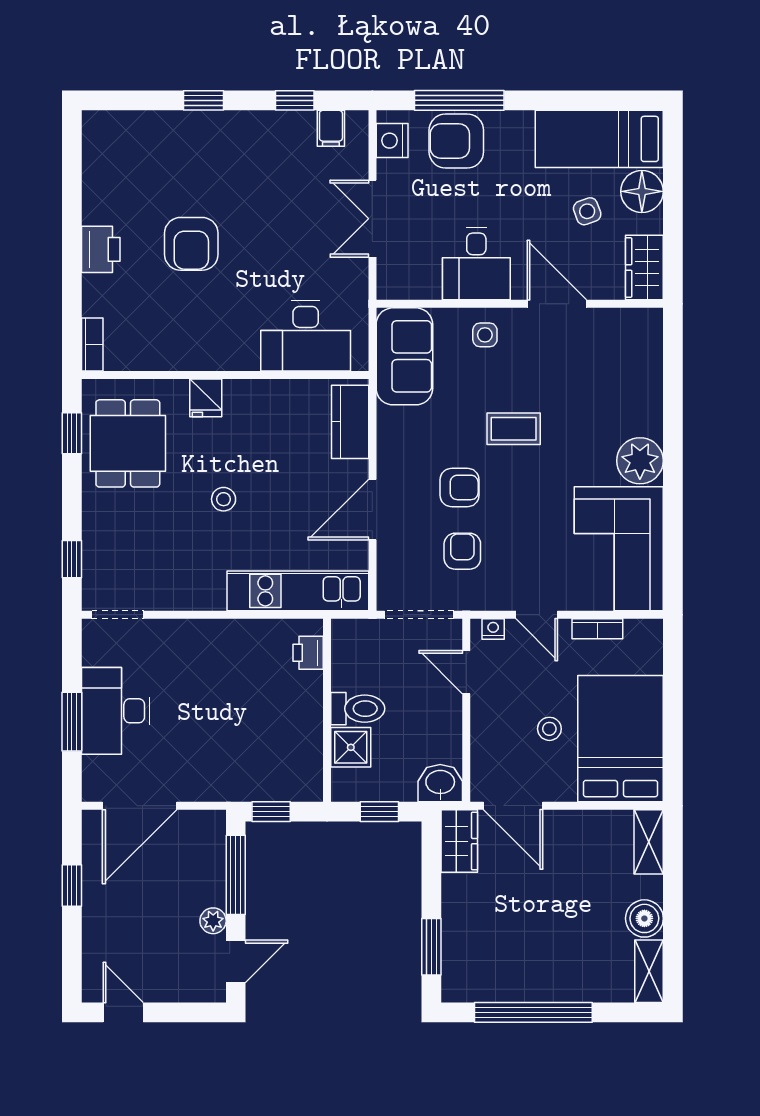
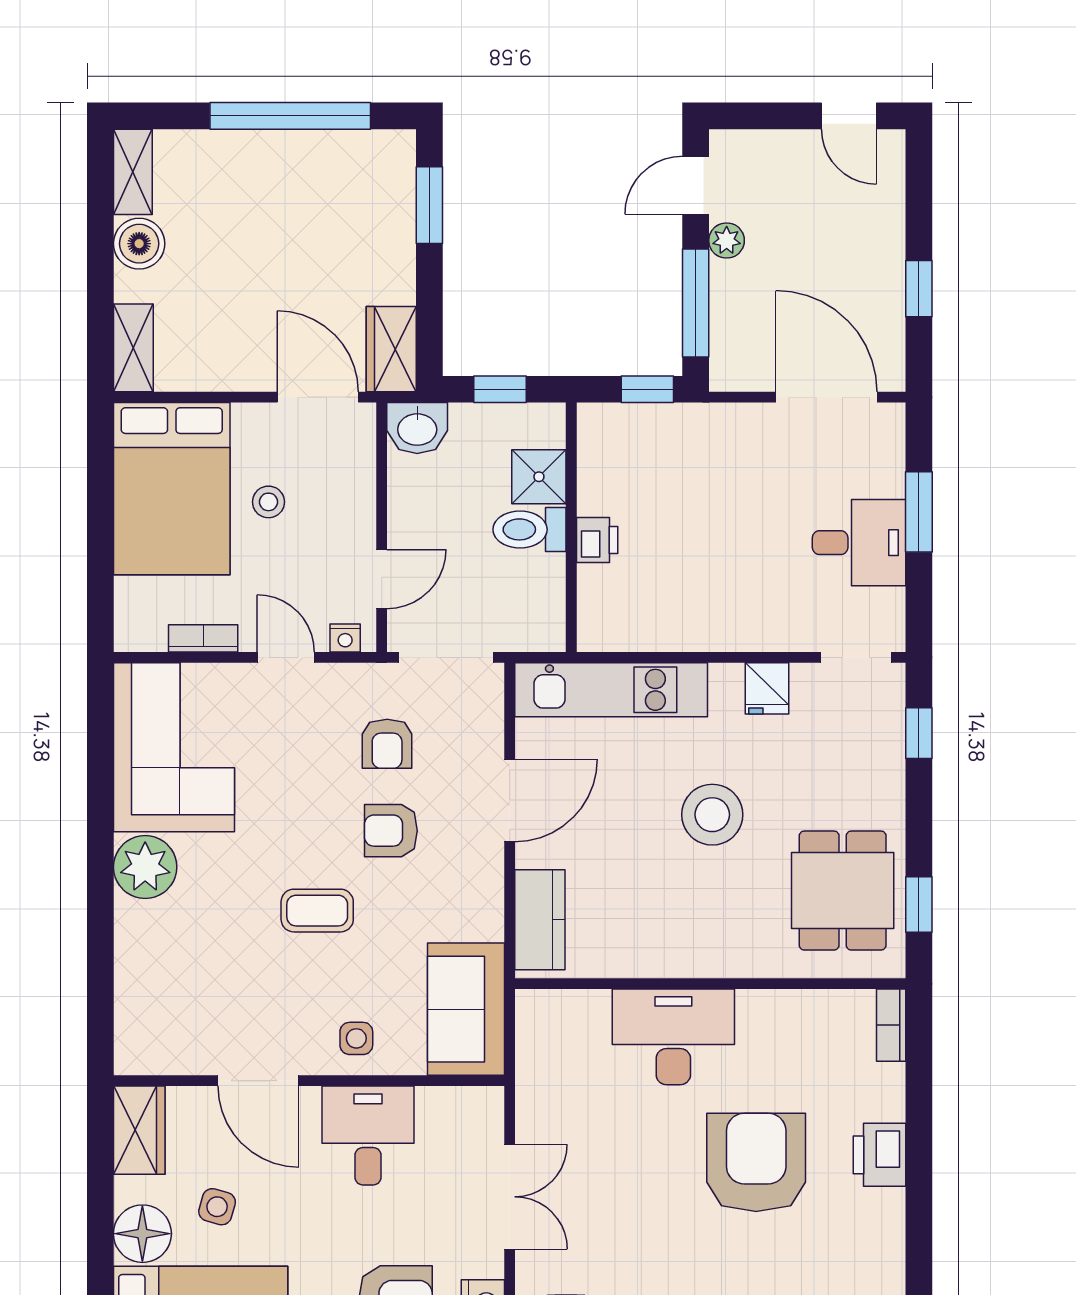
side table: (587, 211) -> (217, 1207), turned 36
armchair: (191, 244) -> (756, 1162), width x1.36, depth x1.36
desk: (306, 336) -> (673, 1037), moved
fridge: (206, 398) -> (767, 688), moved, turned 180
stool: (224, 499) -> (712, 815), width x1.89, depth x1.89
printer: (308, 653) -> (597, 540), moved
door: (466, 672) -> (382, 579), hinge flipped
desk: (116, 711) -> (859, 543), width x0.73
door: (140, 806) -> (826, 397), hinge flipped

